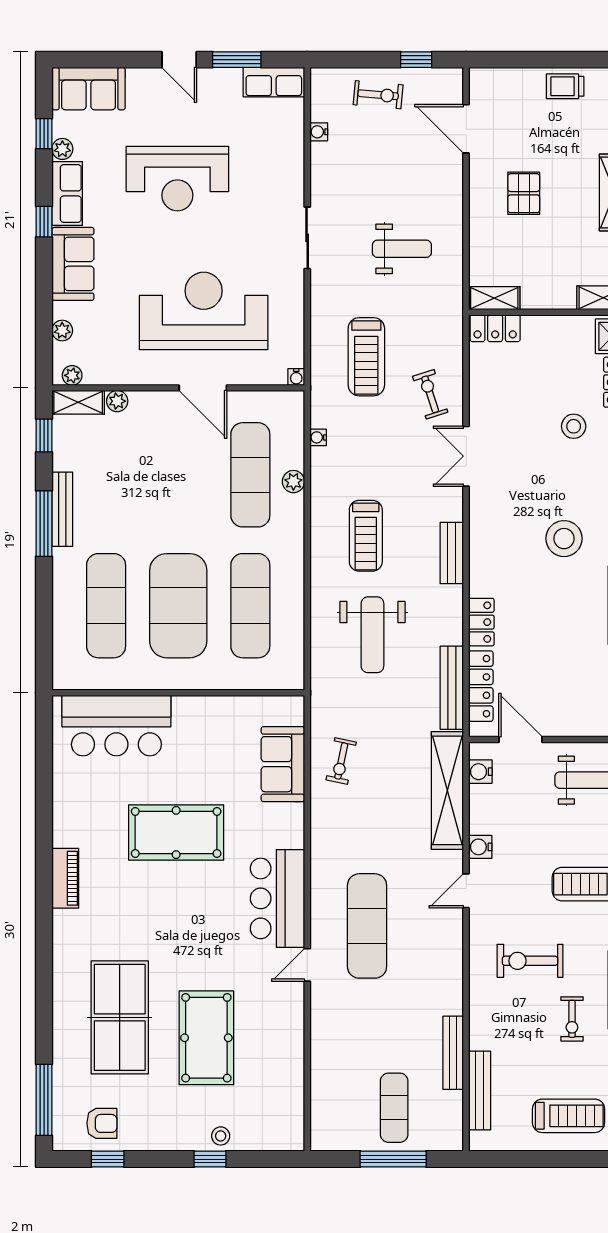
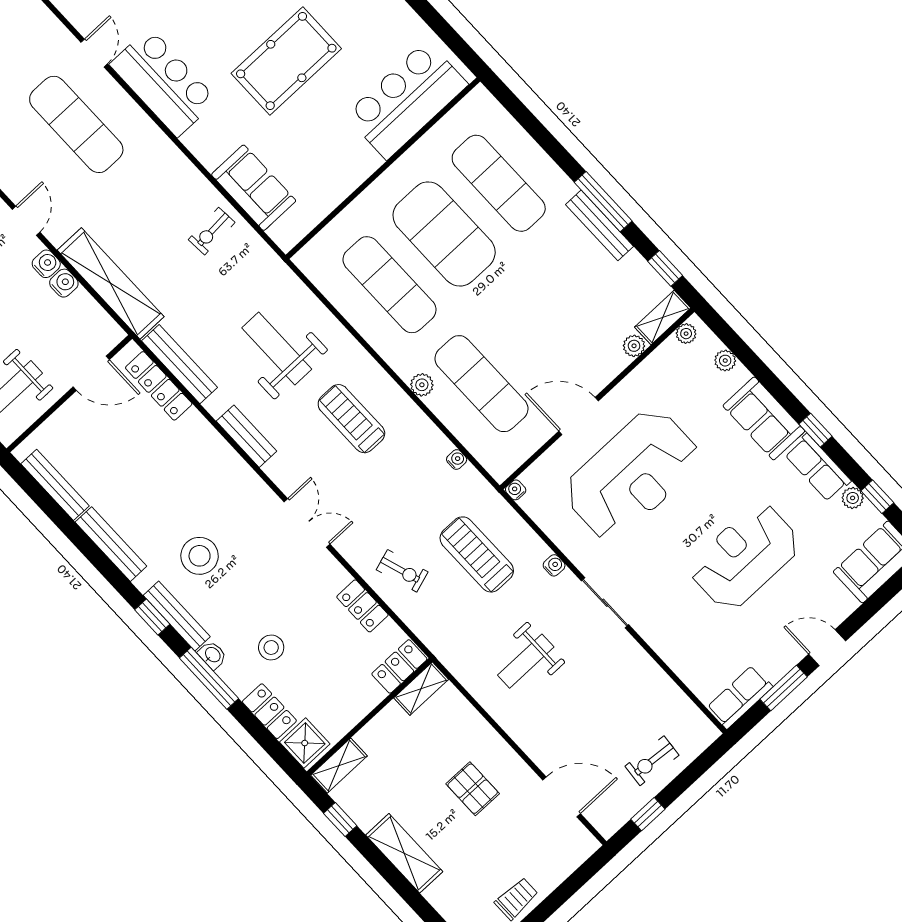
water cooler: (319, 132) -> (554, 565), moved
double door: (466, 456) -> (307, 523), moved
plant: (293, 482) -> (422, 385), moved
bench: (452, 553) -> (246, 436), moved
locker: (481, 622) -> (362, 606), moved
exercise bike: (341, 761) -> (212, 231), turned -106
water cooler: (480, 772) -> (64, 283), moved

